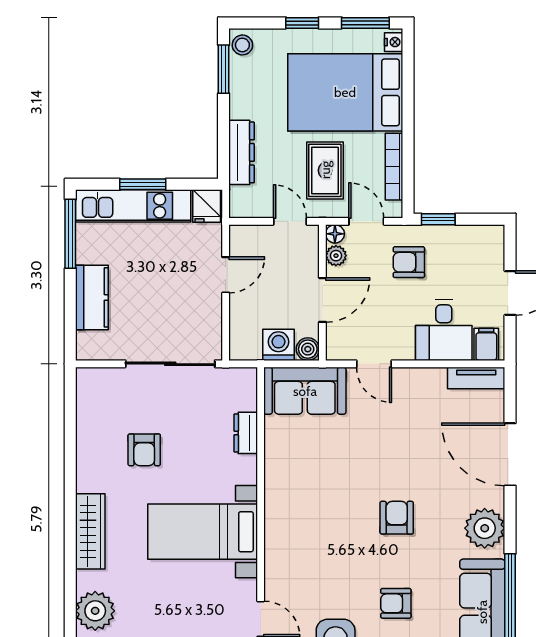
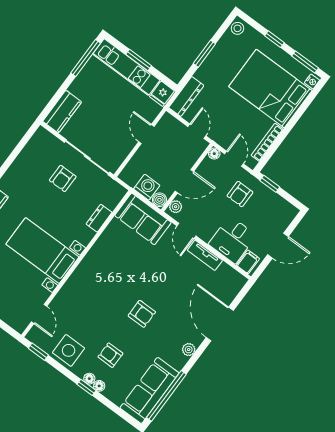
window: (224, 69) -> (204, 54), moved
dresser: (242, 152) -> (186, 97), moved
rug: (325, 170) -> (232, 119), removed
plant: (336, 256) -> (176, 207), moved
armchair: (409, 262) -> (240, 194), turned -90
door: (226, 275) -> (146, 134), swing flipped
kitchen counter: (92, 297) -> (62, 112), moved
tv unit: (476, 378) -> (205, 255), moved
armchair: (144, 450) -> (63, 178), moved
armchair: (397, 518) -> (142, 314), turned 90
plant: (485, 528) -> (189, 350), width x0.53, depth x0.53

